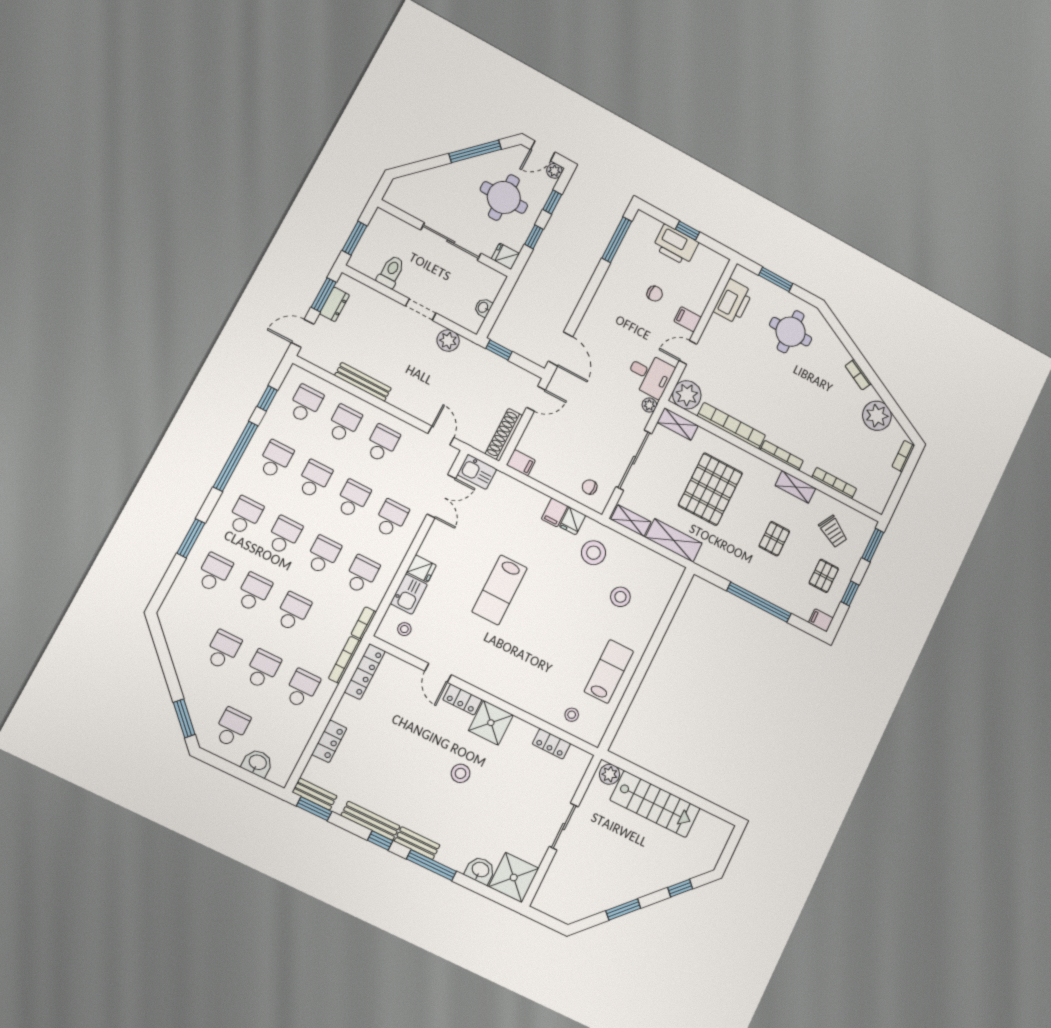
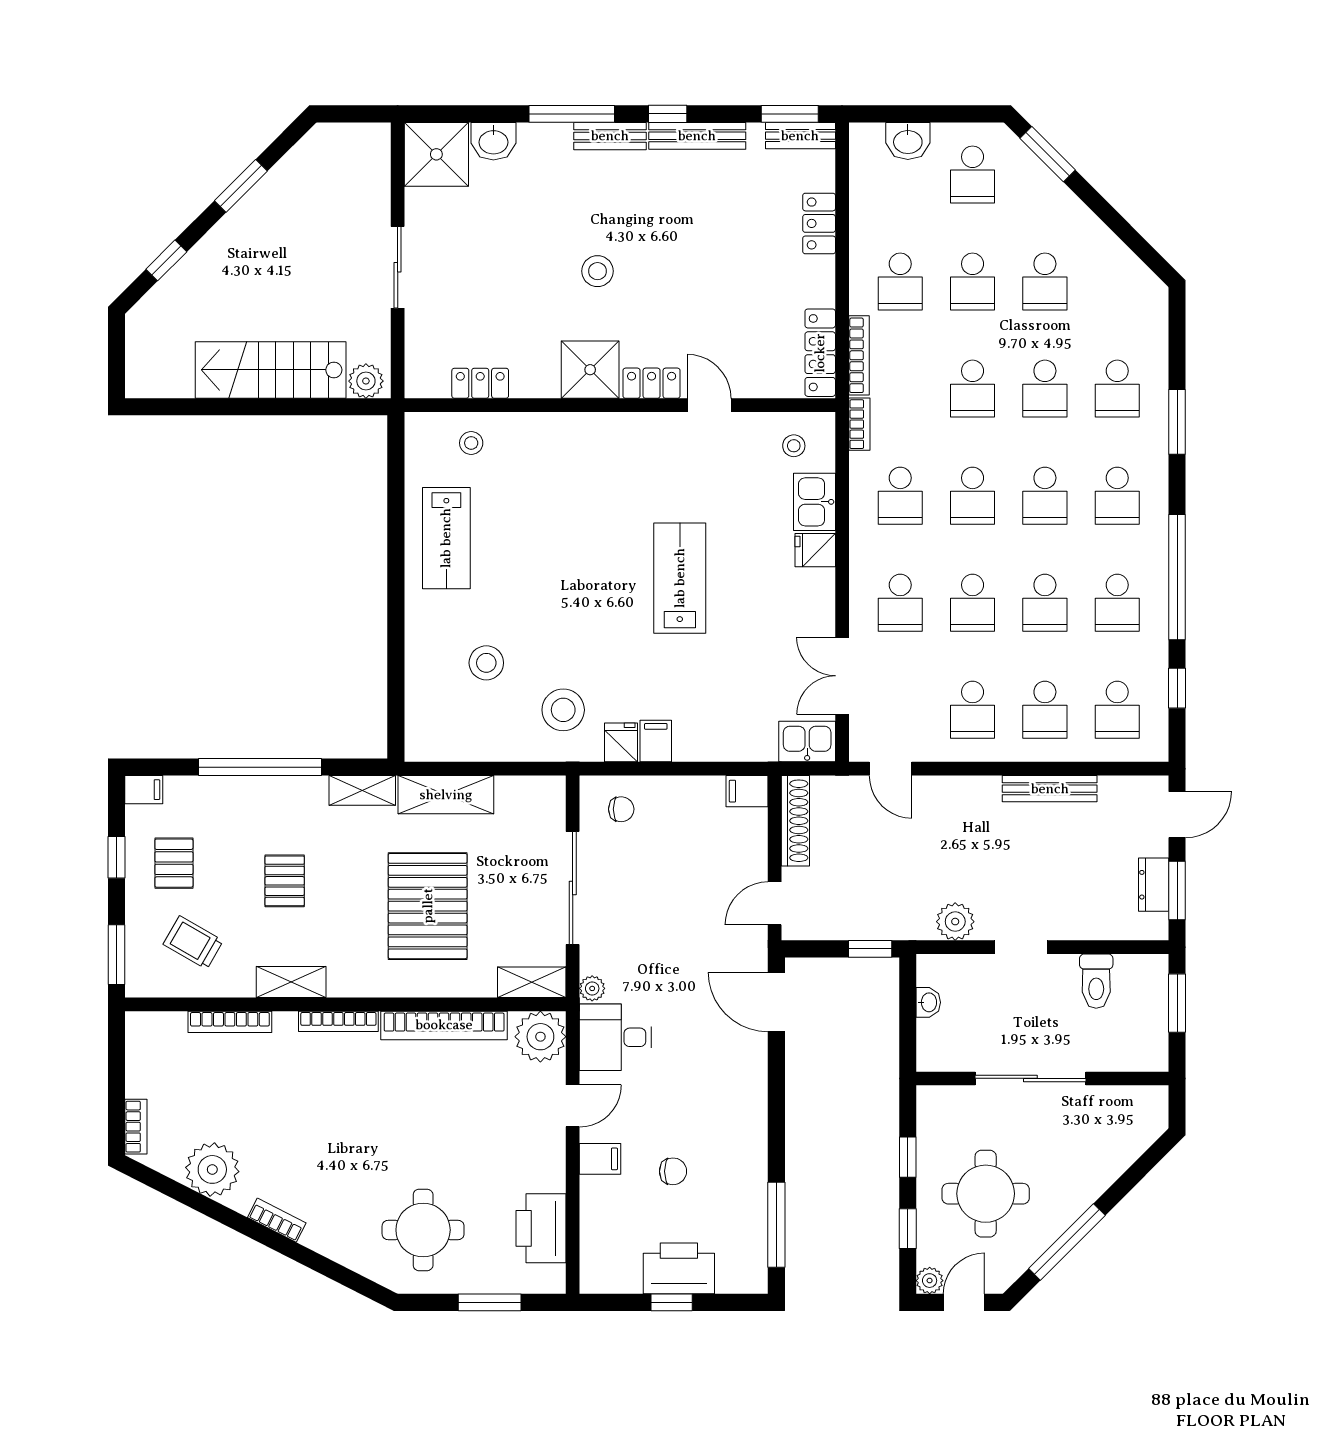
fridge: (505, 256) -> (936, 1102), removed
chair: (655, 294) -> (673, 1171), turned 180
shelving: (631, 521) -> (362, 790), moved

